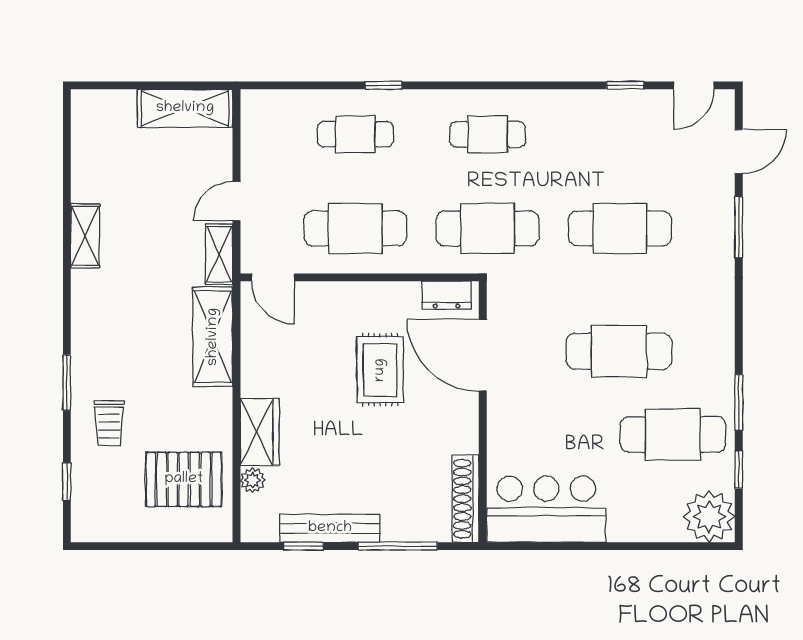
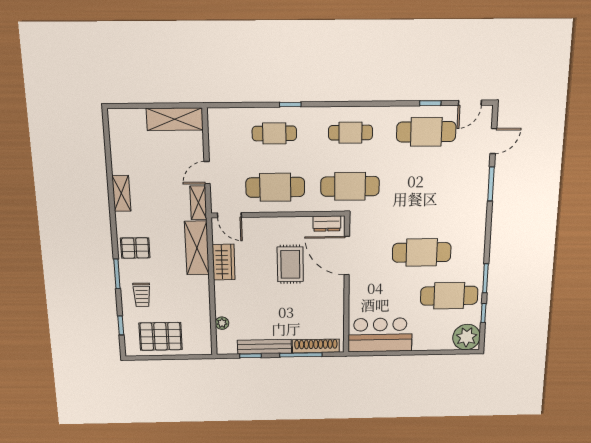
cafe table: (620, 228) -> (426, 132), moved
pallet: (103, 335) -> (135, 248), added
wardrobe: (260, 432) -> (224, 262), moved
pallet: (184, 479) -> (161, 336), moved
shoe rack: (465, 499) -> (316, 346), moved, turned 90

